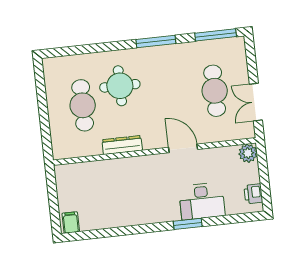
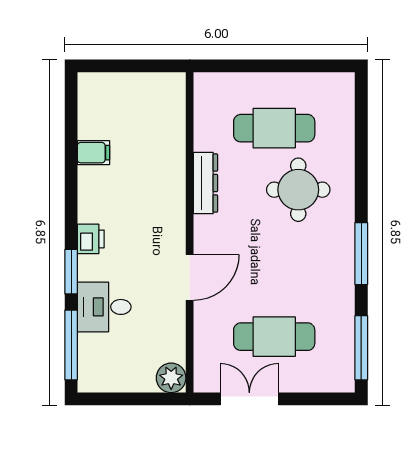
printer: (253, 194) -> (91, 239), moved, turned 90
desk: (202, 201) -> (104, 307), width x0.73
window: (234, 219) -> (71, 345), added
filing cabinet: (71, 222) -> (93, 153), moved

